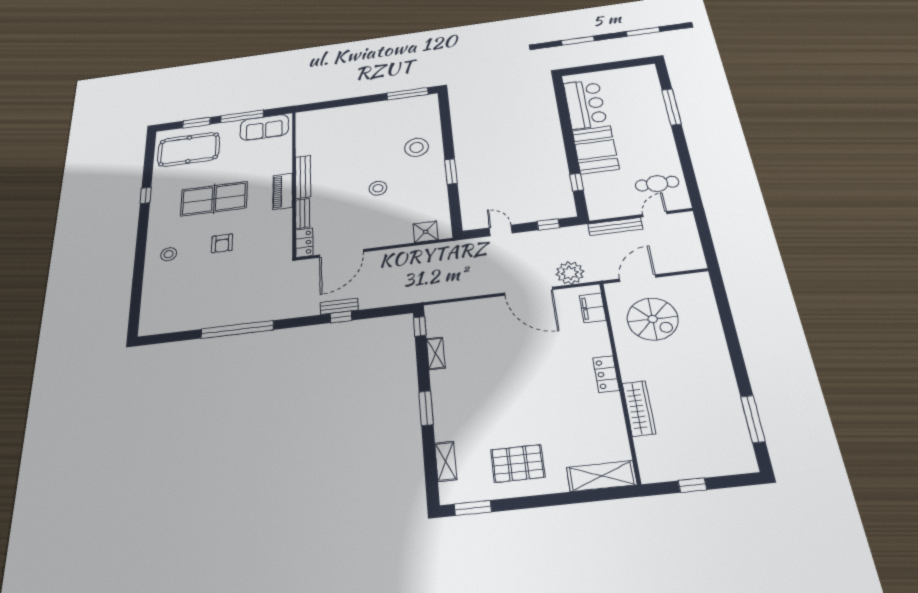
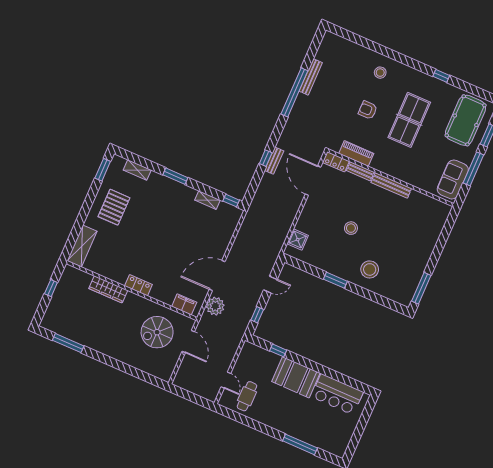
piano: (283, 191) -> (356, 153), moved
bench: (615, 227) -> (311, 77), moved

